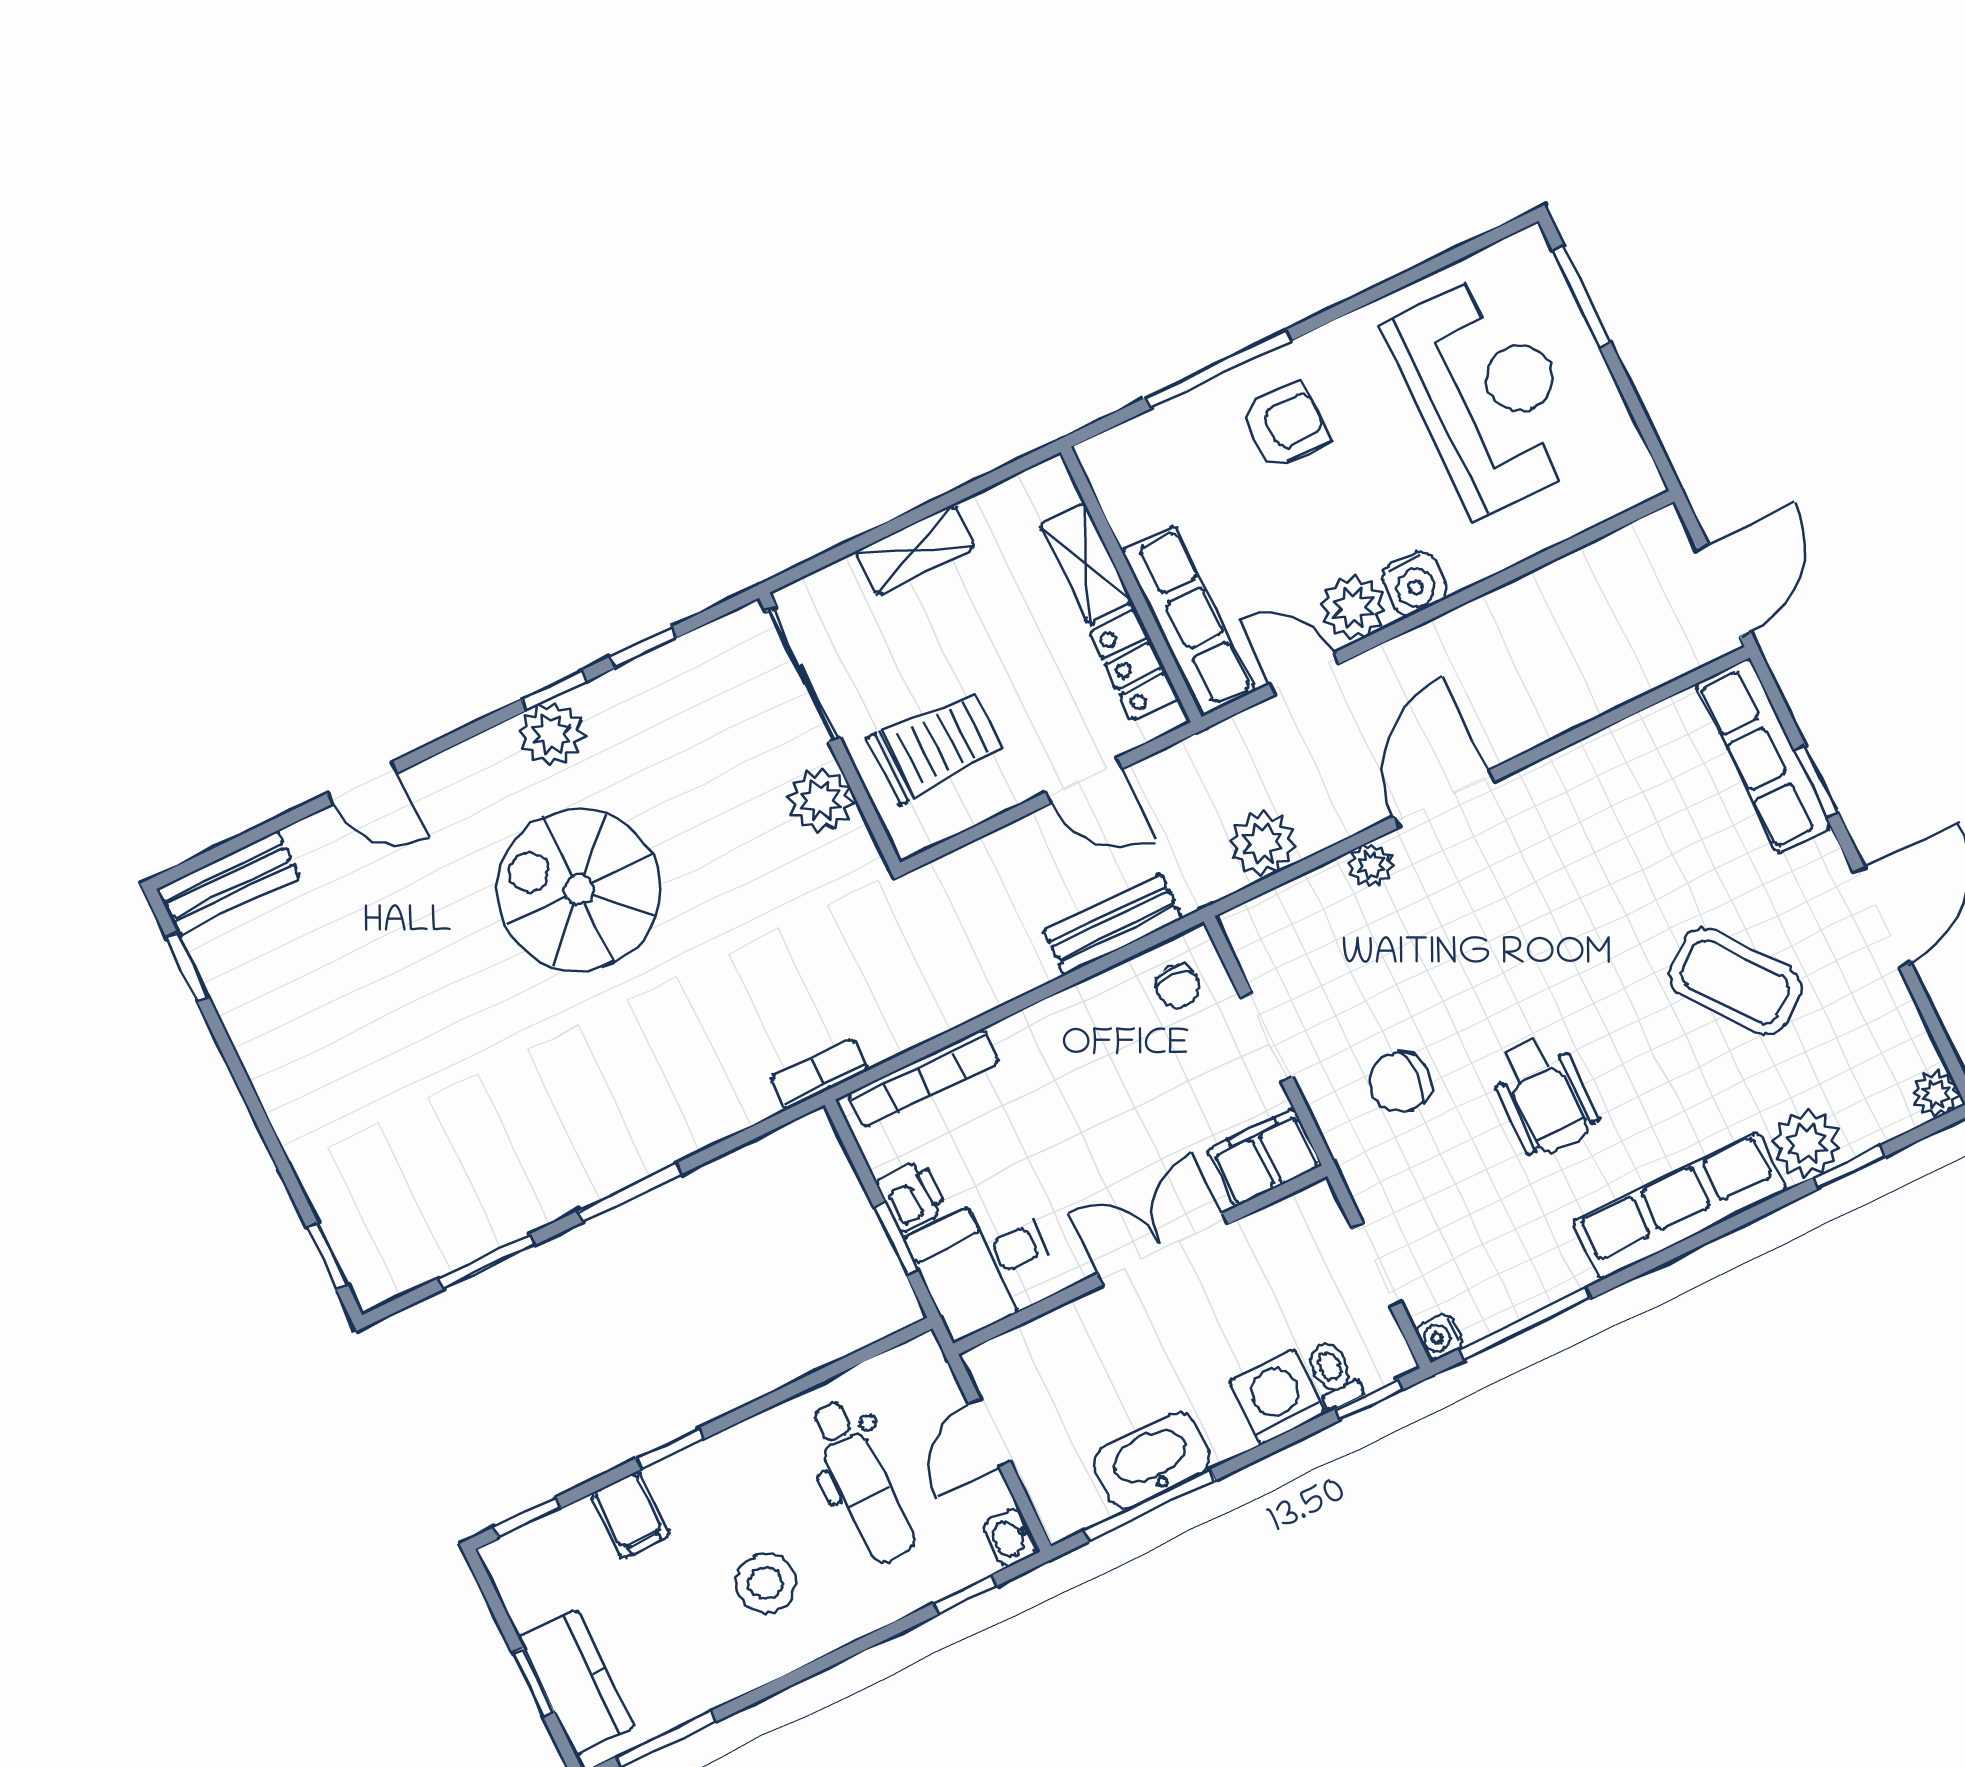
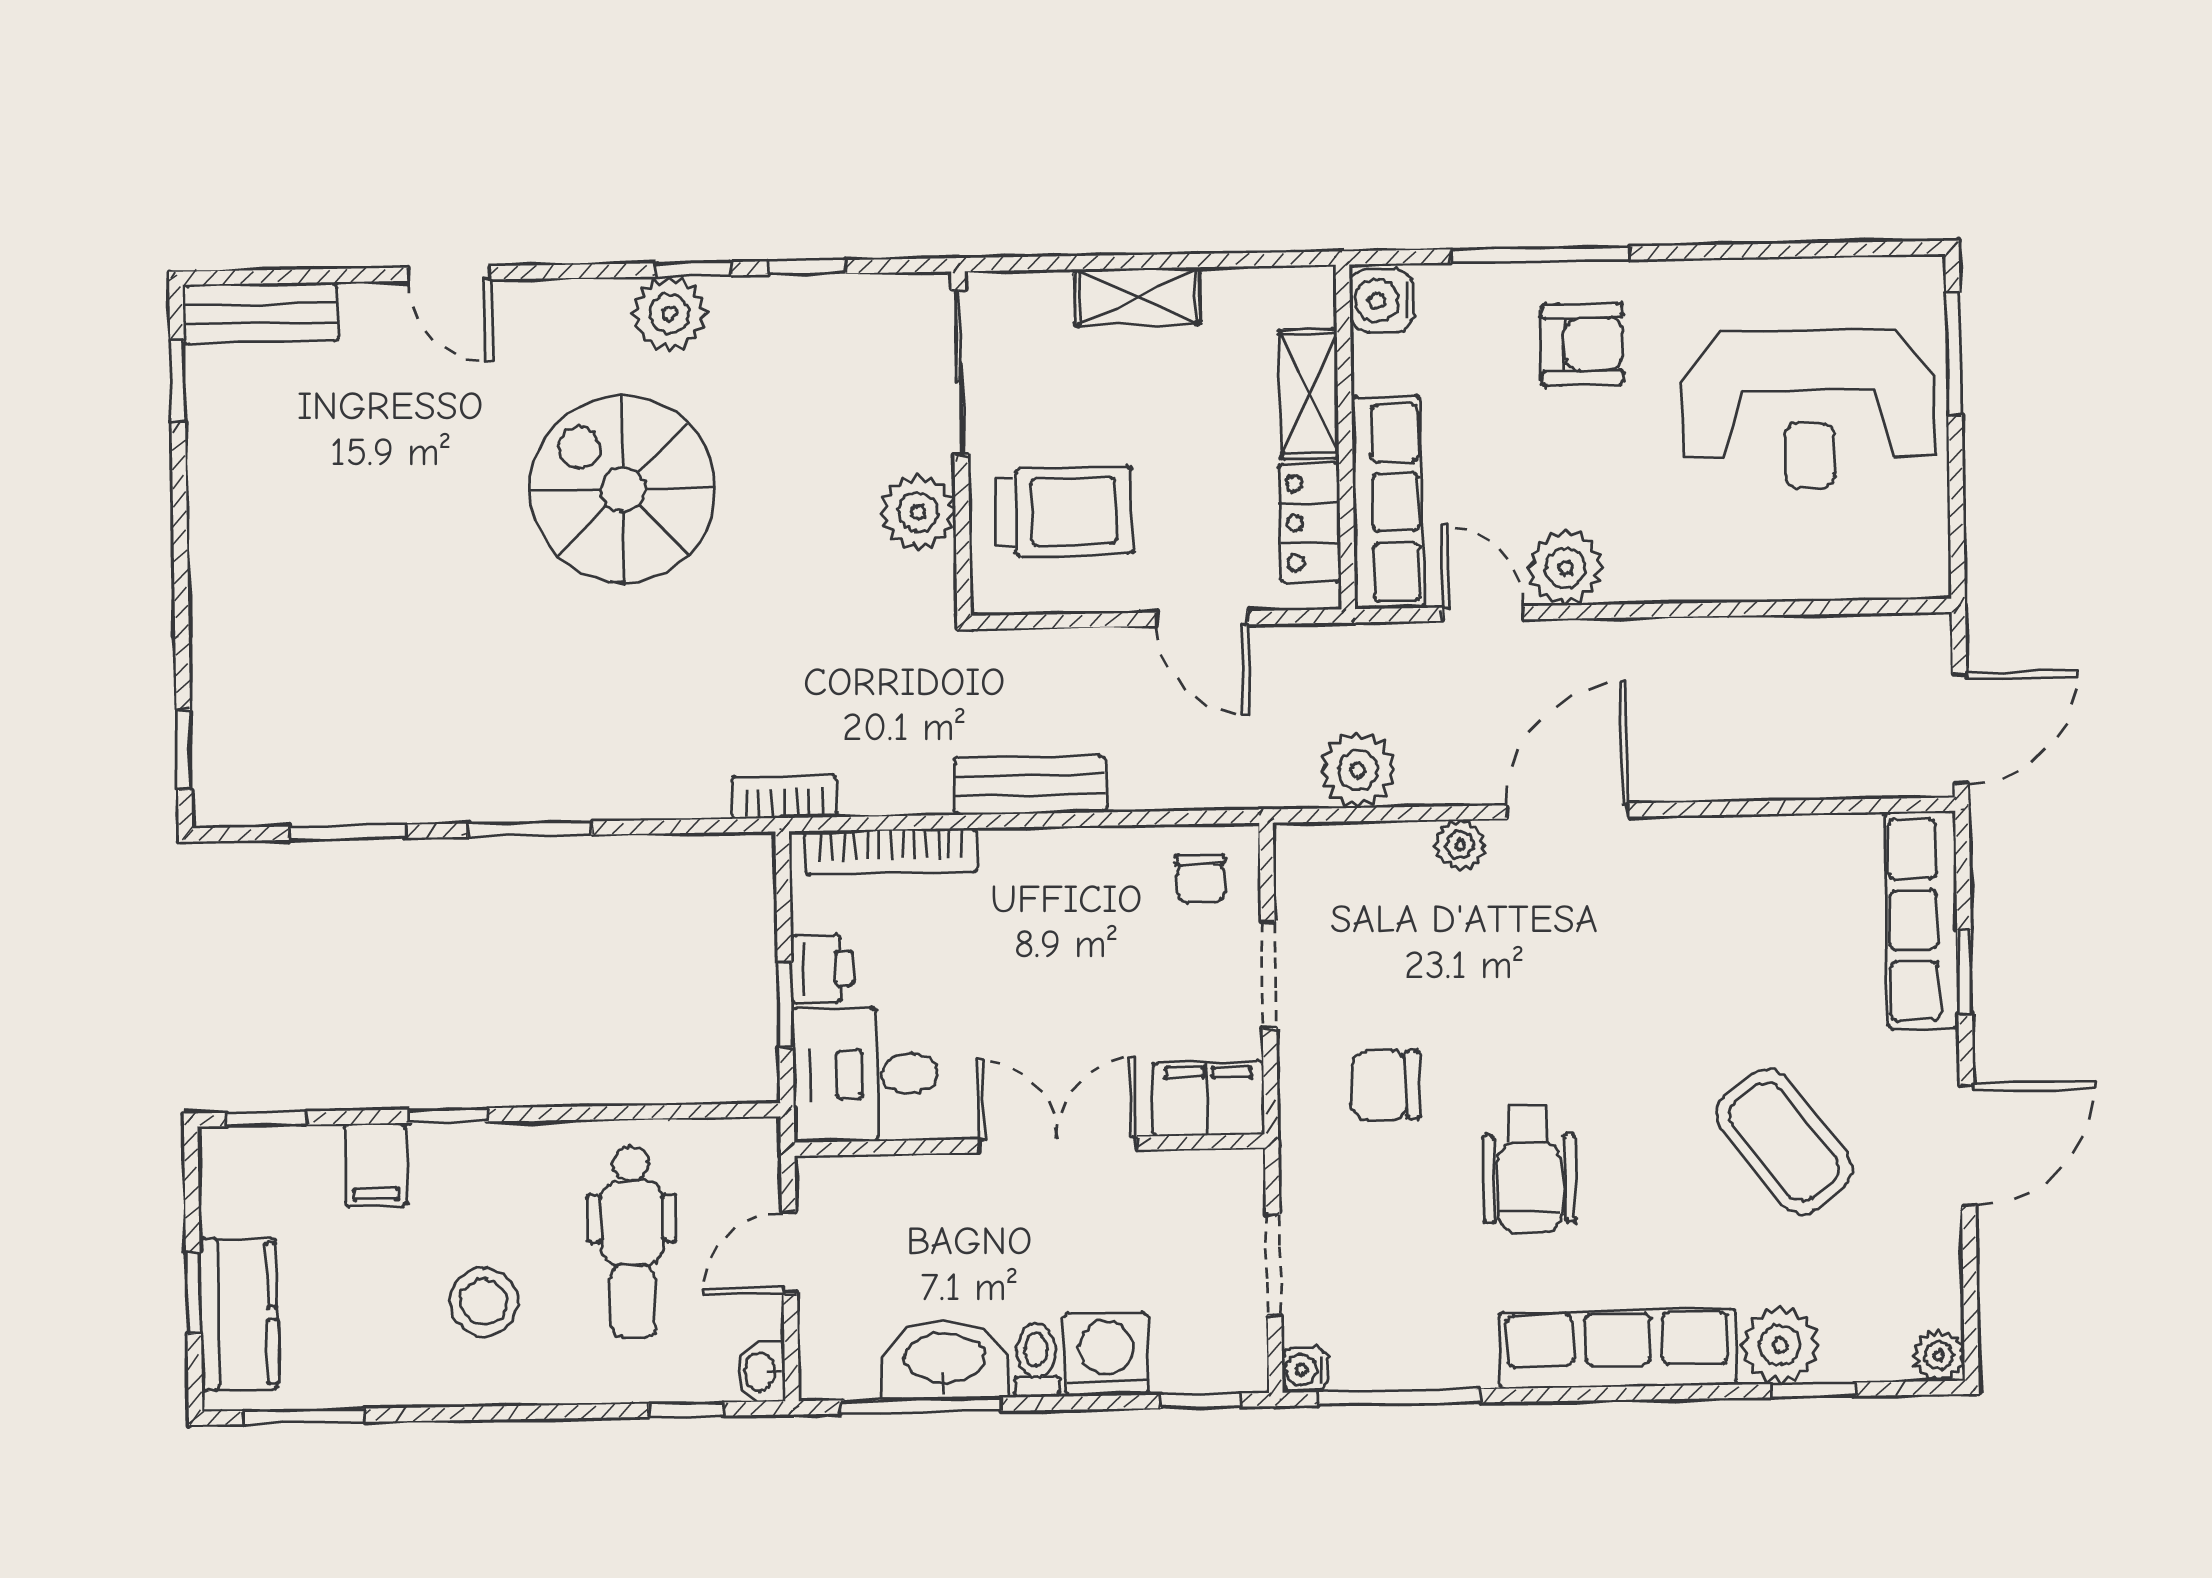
reception desk: (1487, 394) -> (1809, 410), turned 90
water cooler: (1414, 584) -> (1382, 301), moved, turned 90
bench: (1113, 925) -> (1030, 785), moved
toilet: (1333, 1374) -> (1036, 1360), moved

